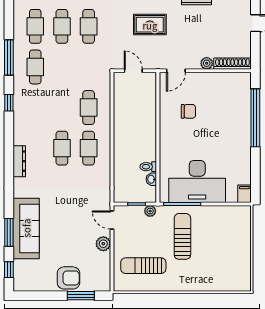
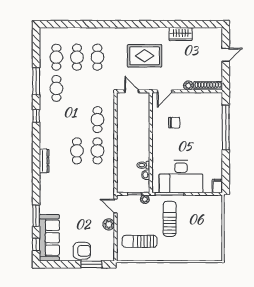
rug: (150, 25) -> (145, 56), width x1.36, depth x1.43
sofa: (26, 228) -> (49, 238), moved

